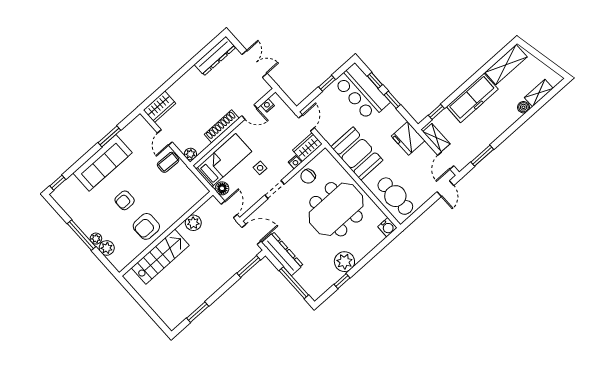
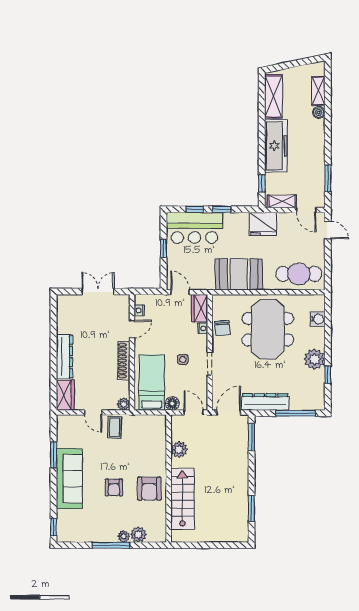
dresser: (215, 56) -> (64, 357), moved
water cooler: (387, 227) -> (318, 319), moved

